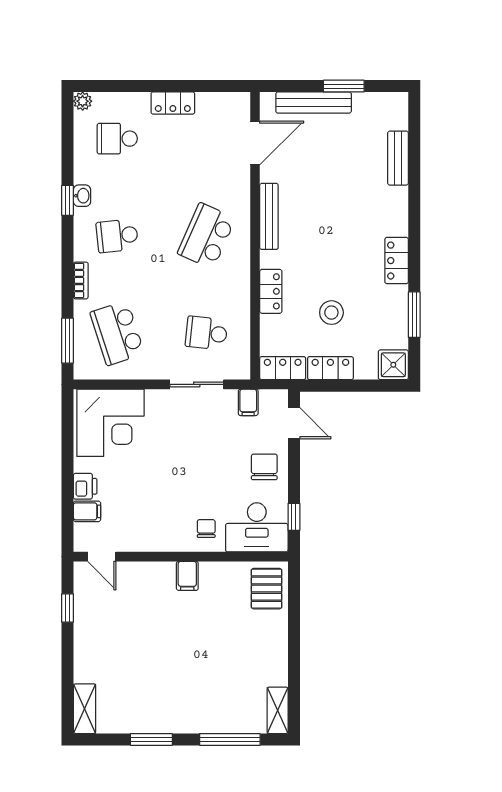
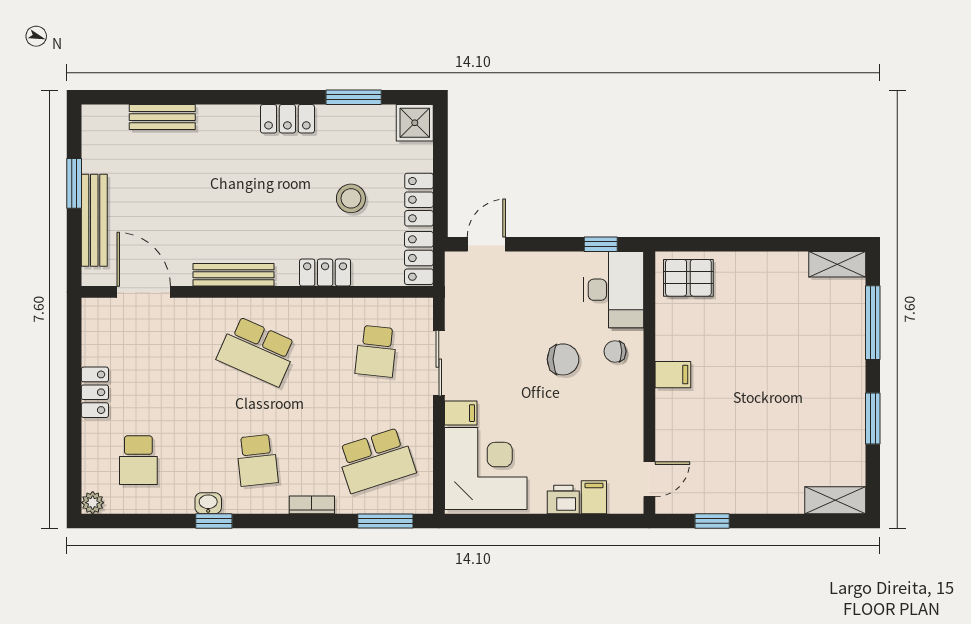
filing cabinet: (248, 402) -> (461, 413), moved
chair: (264, 467) -> (563, 359), moved, turned 180

